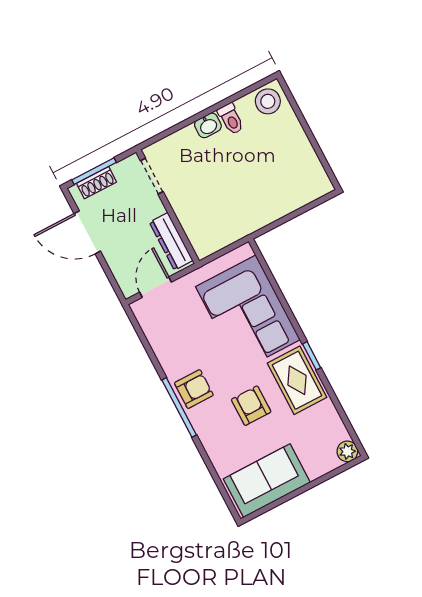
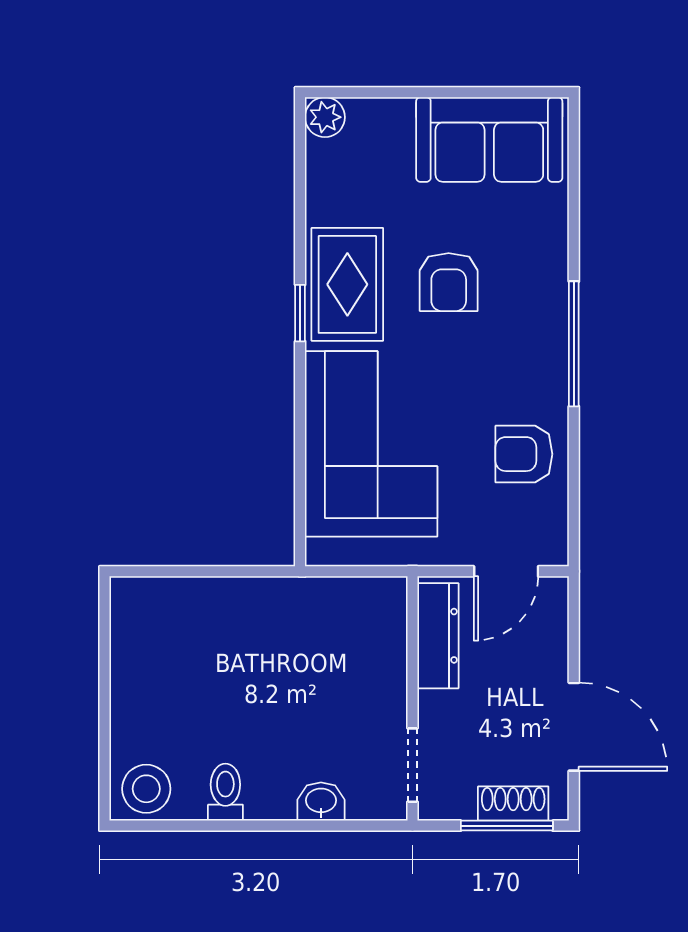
washbasin: (208, 125) -> (321, 802), moved
armchair: (194, 389) -> (524, 454), moved

